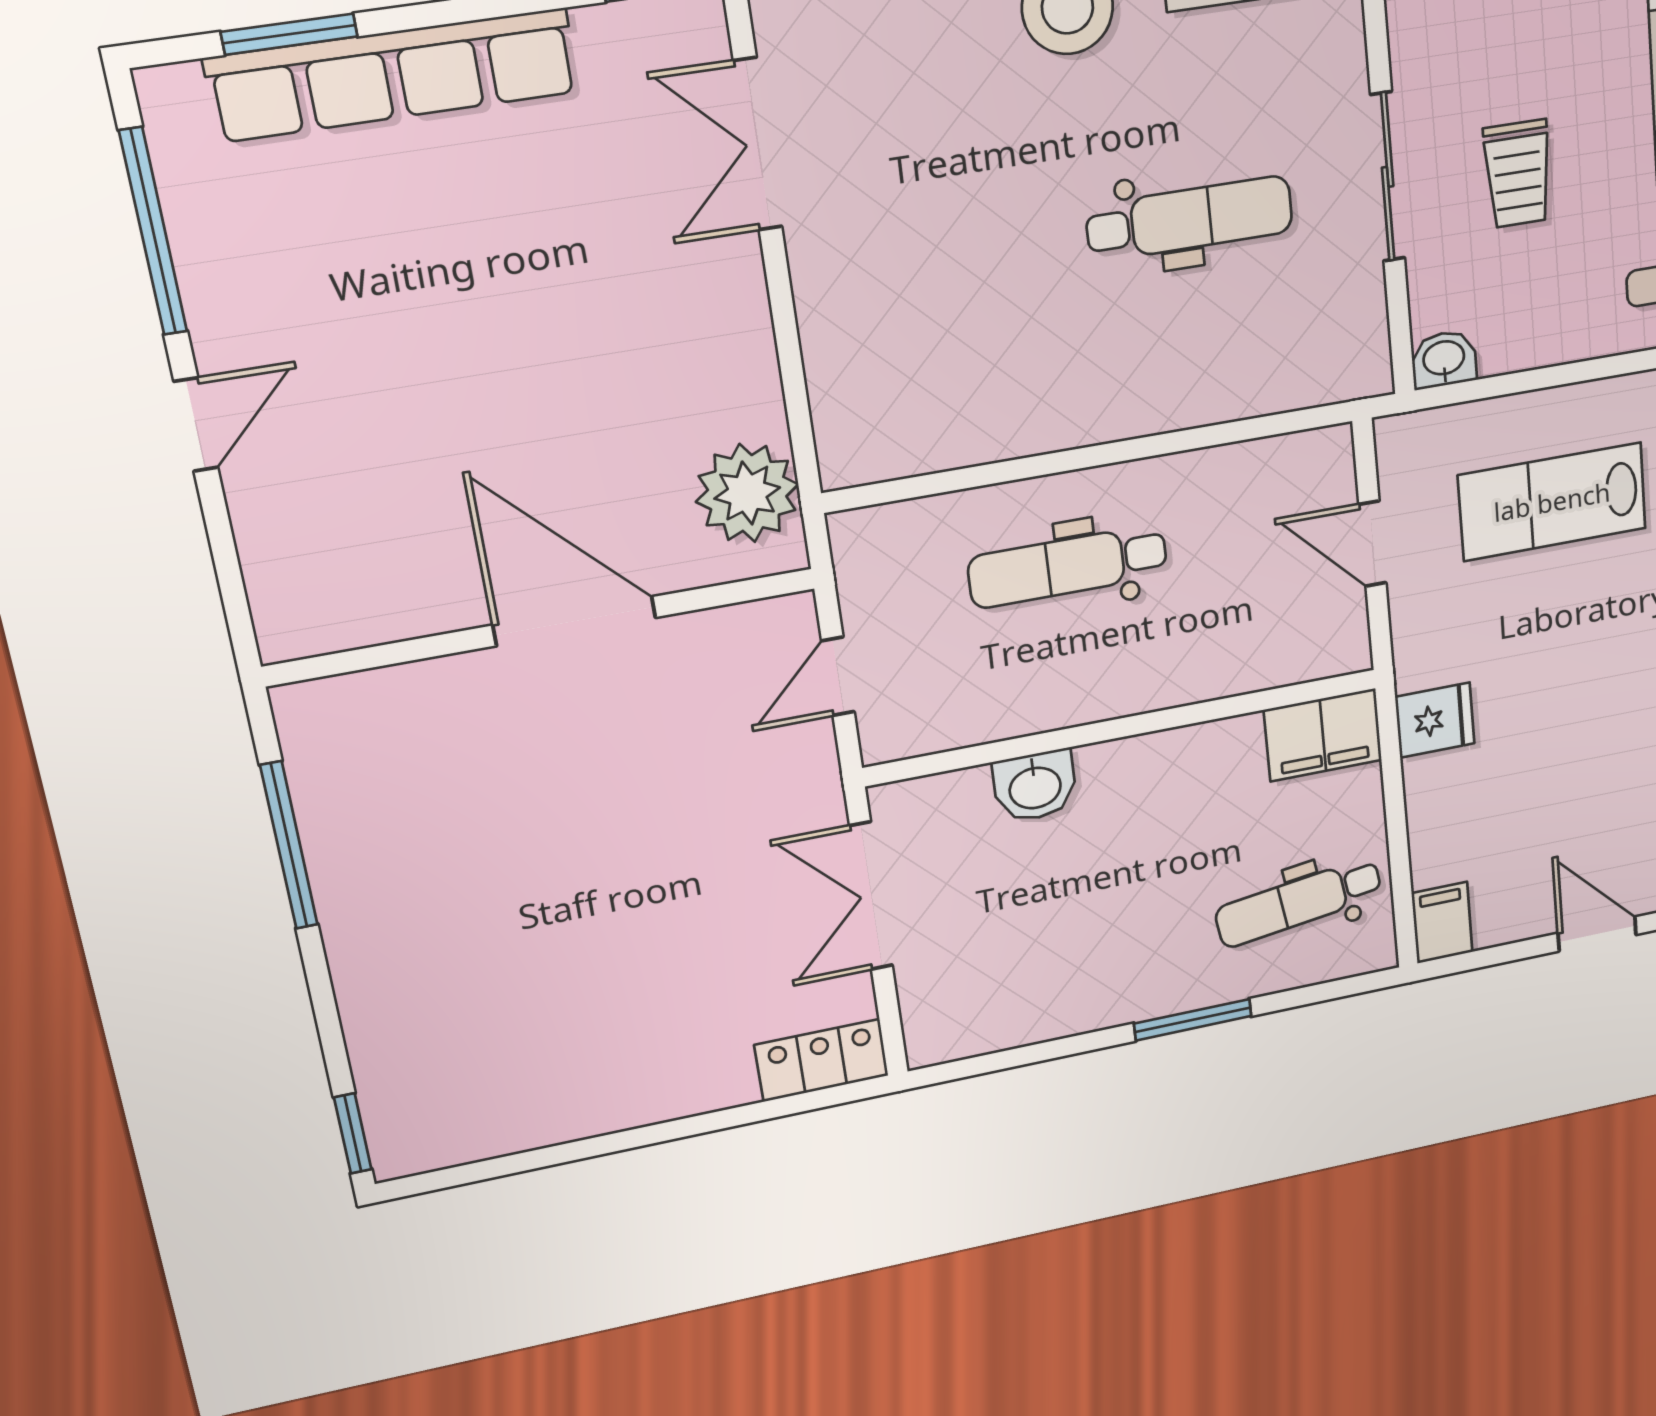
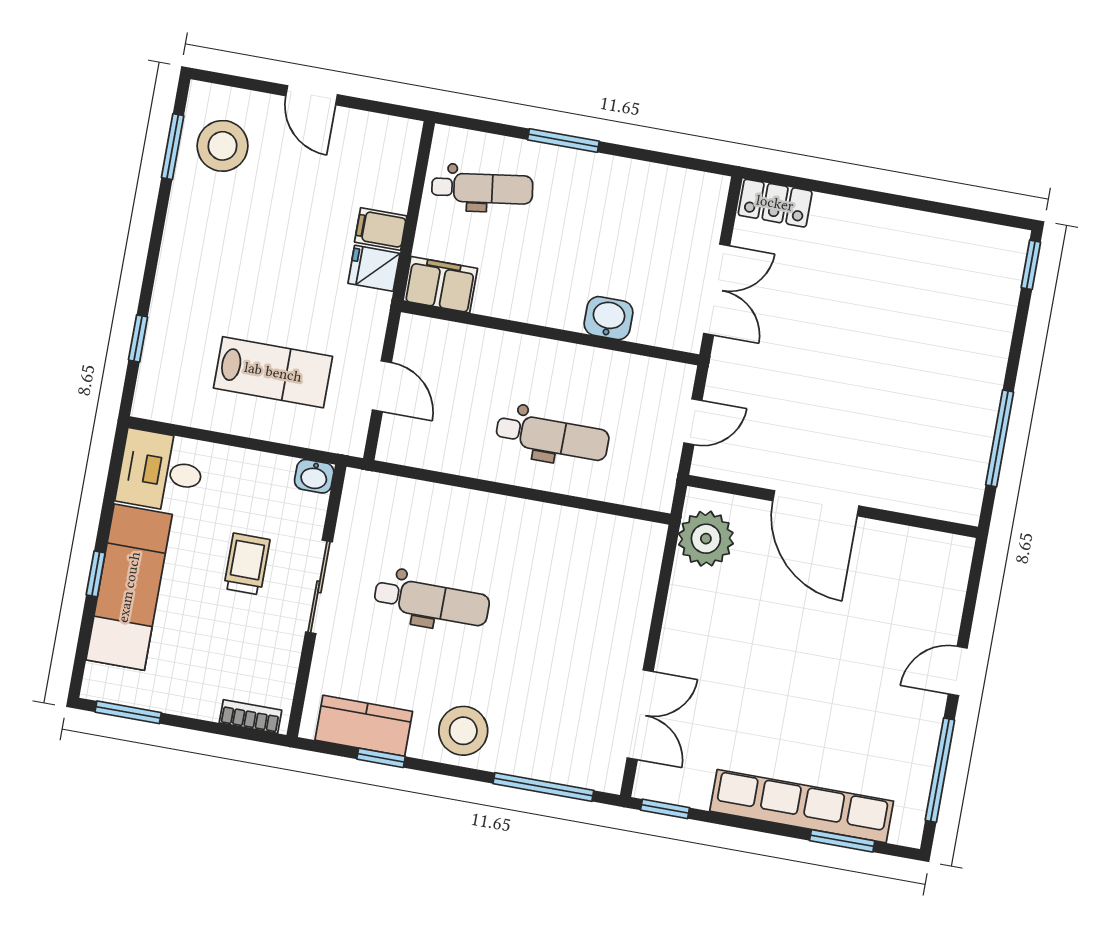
dental chair: (1190, 219) -> (432, 601), turned 180
filing cabinet: (1442, 923) -> (381, 229), moved, turned 90

